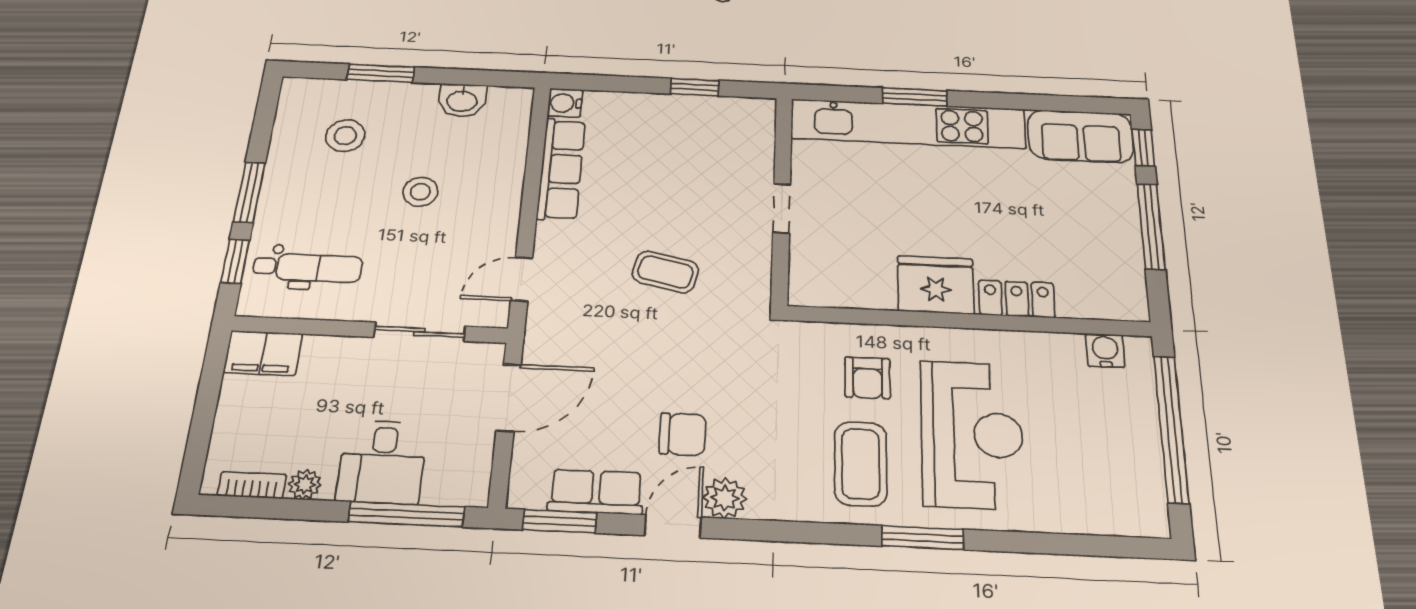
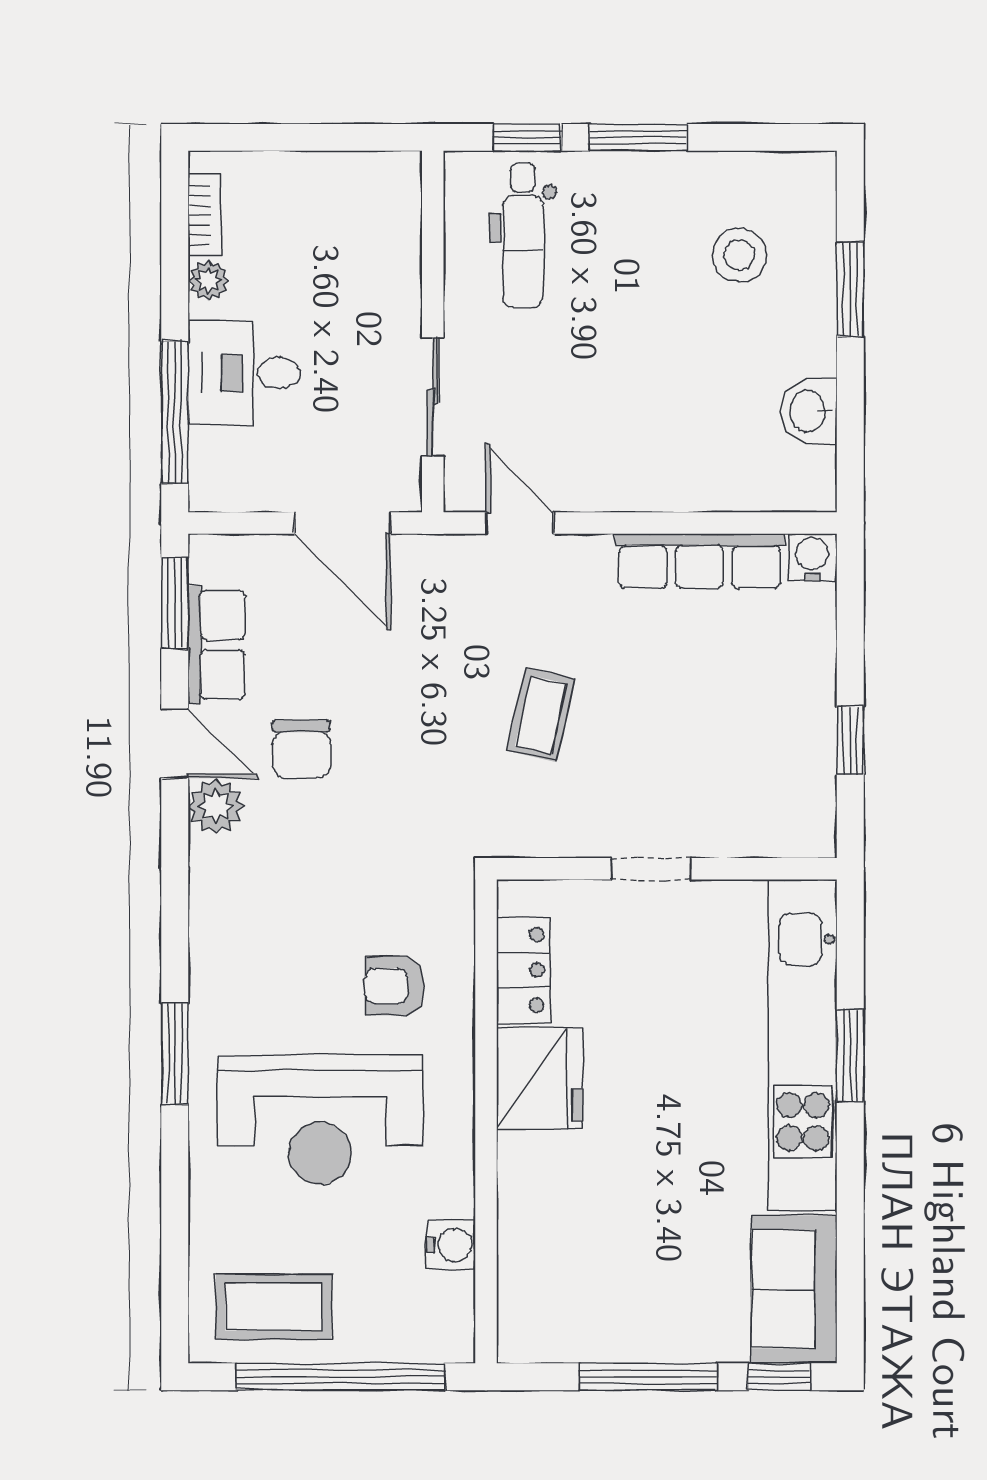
stool: (420, 192) -> (652, 371), removed
locker: (1017, 299) -> (523, 970), moved
water cooler: (1105, 350) -> (451, 1245), moved
filing cabinet: (263, 353) -> (391, 198), removed
coffee table: (861, 464) -> (274, 1307), moved

